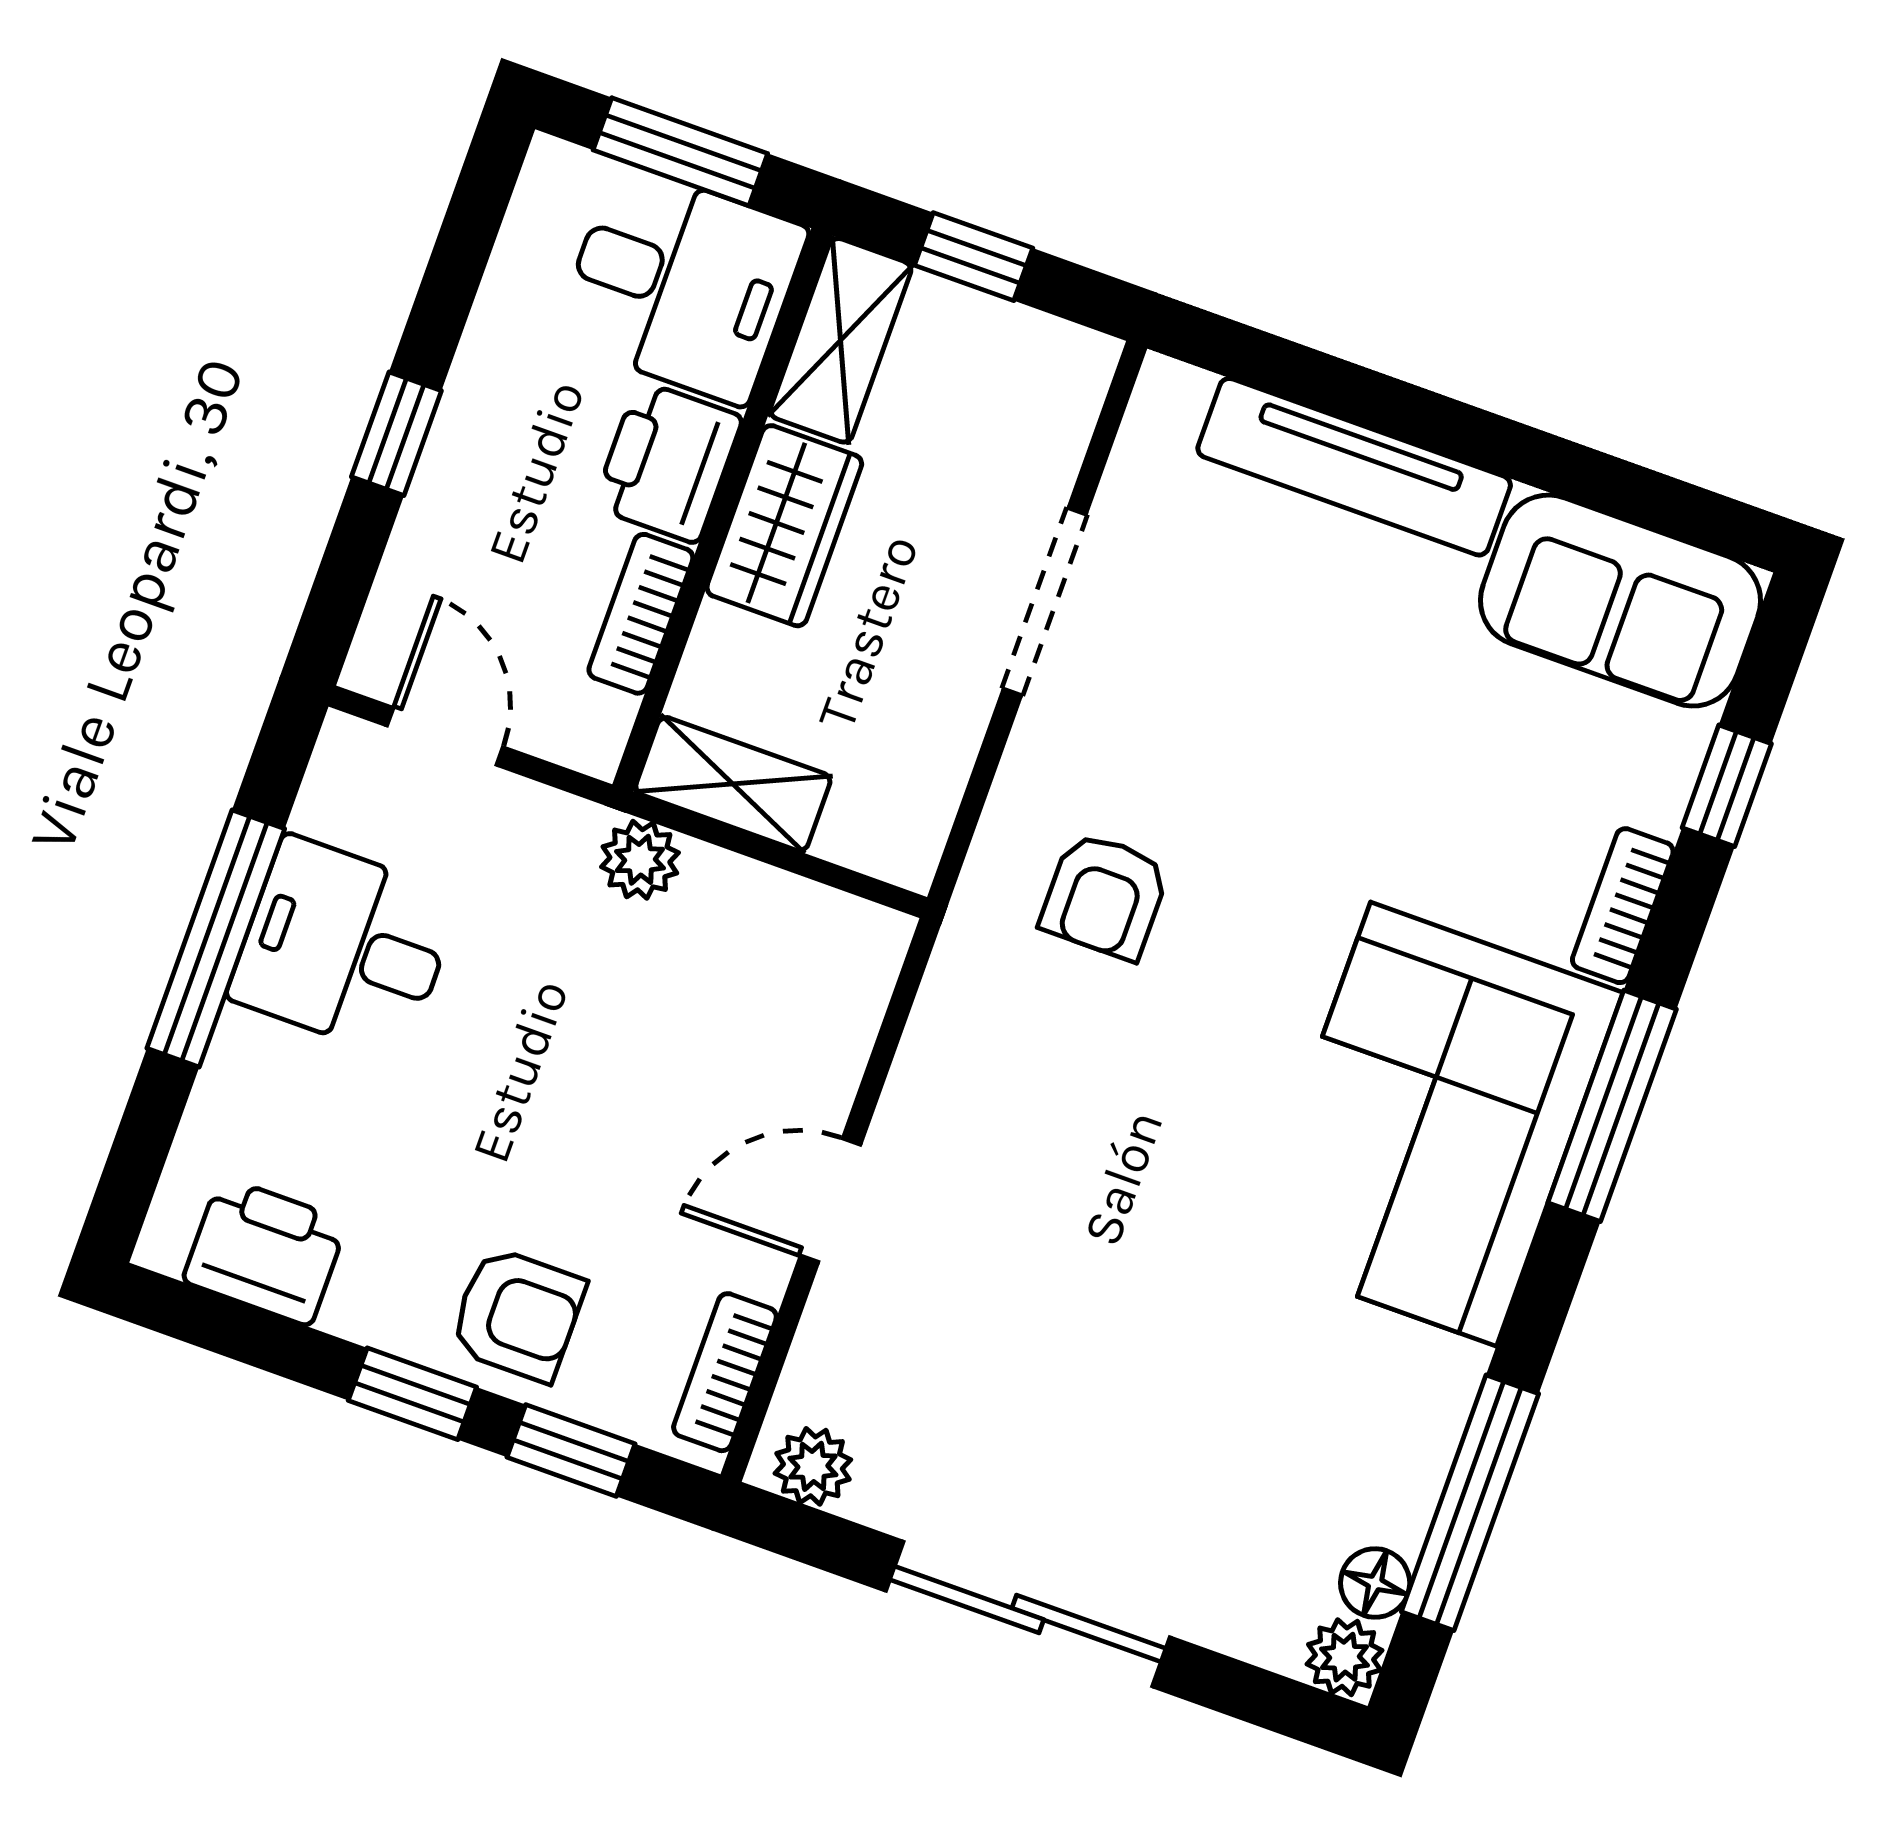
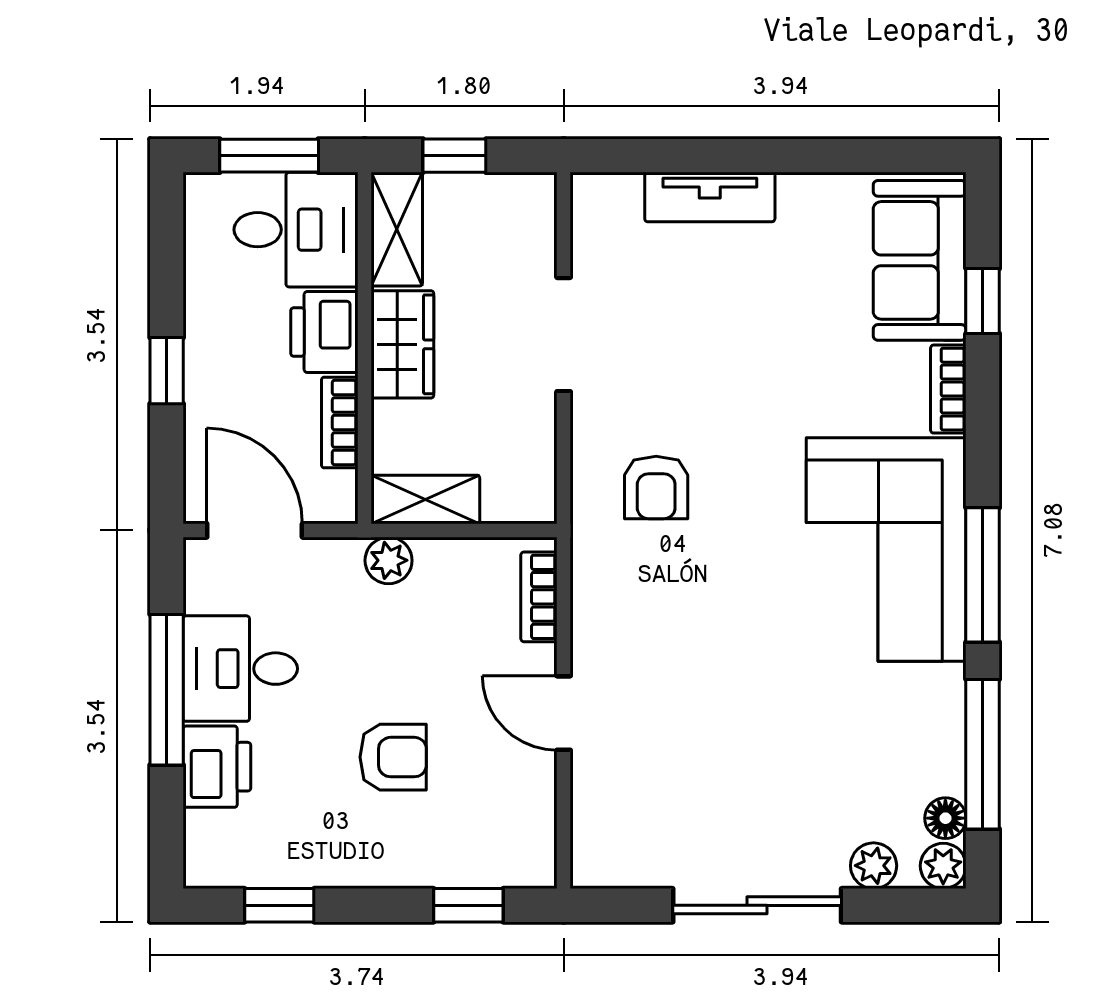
tv unit: (1354, 467) -> (710, 197), width x0.71
sofa: (1620, 601) -> (920, 260), moved, turned 90
door: (445, 736) -> (255, 530), width x1.38
window: (1612, 1106) -> (983, 575), moved
door: (830, 1200) -> (564, 713), hinge flipped
printer: (265, 1251) -> (217, 767), moved, turned 90
armchair: (517, 1314) -> (393, 757), moved
bookcase: (725, 1372) -> (539, 597), moved
window: (412, 1394) -> (279, 905), moved
plant: (813, 1466) -> (874, 866), moved

